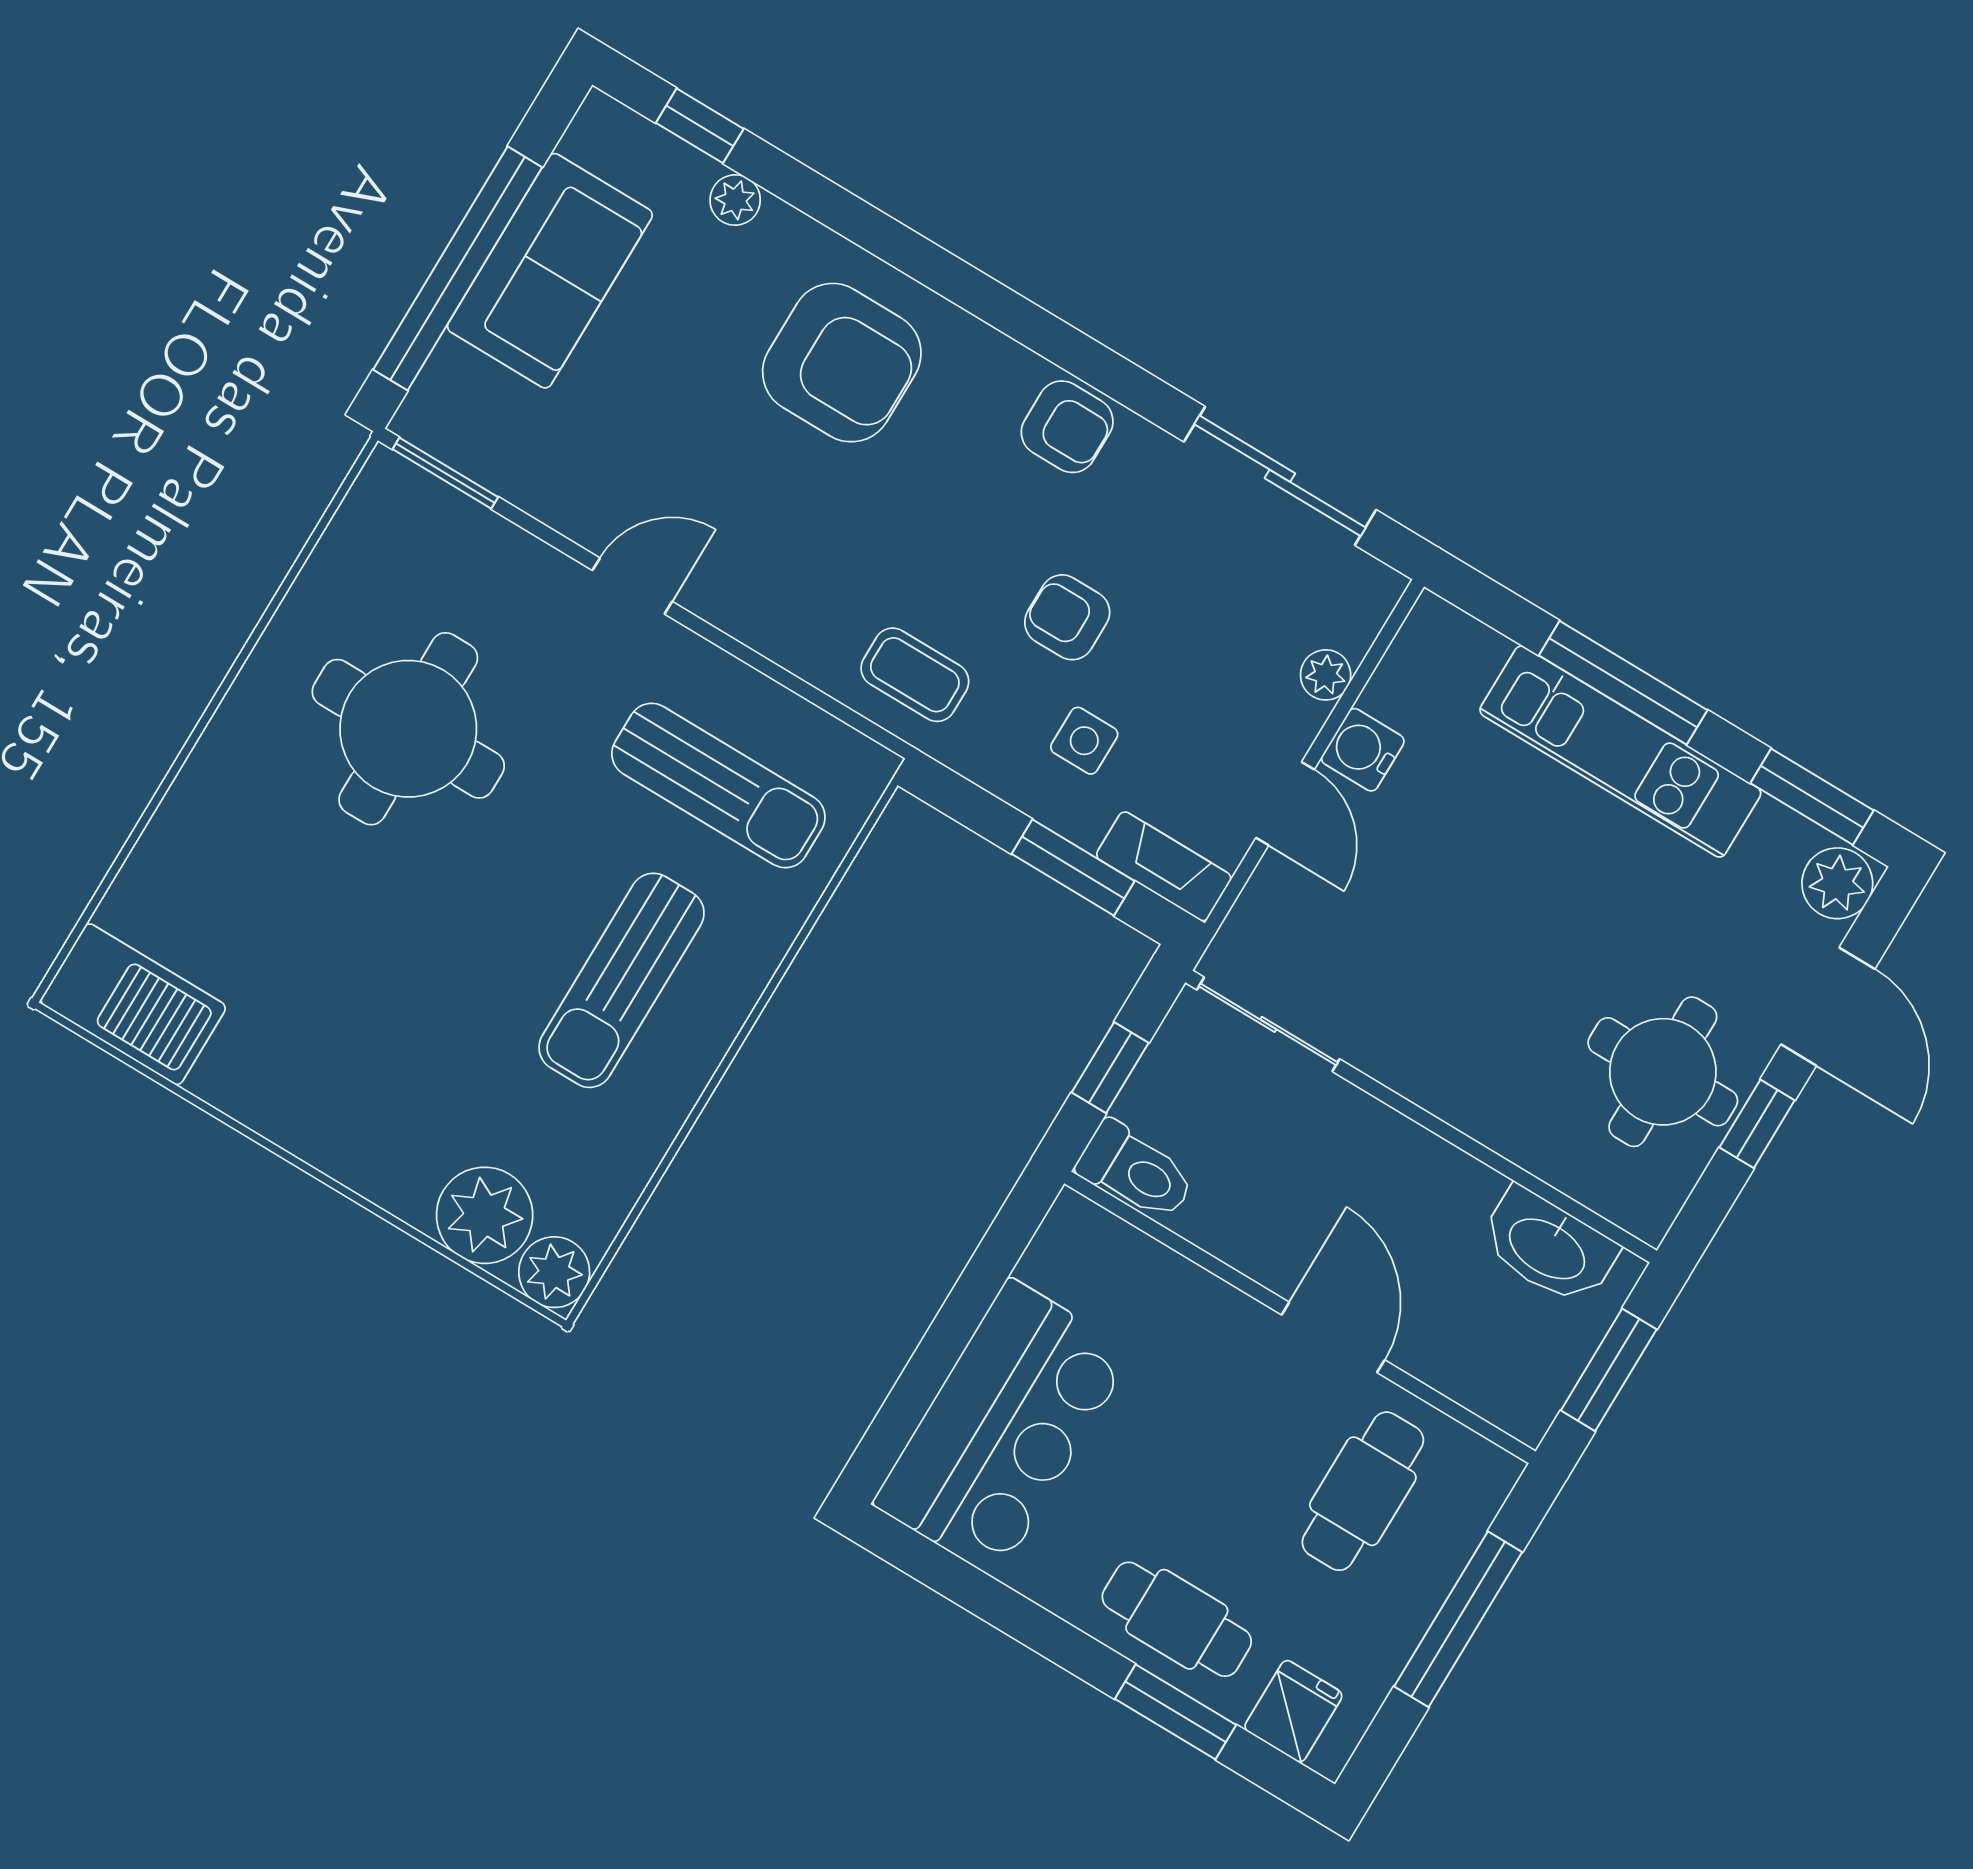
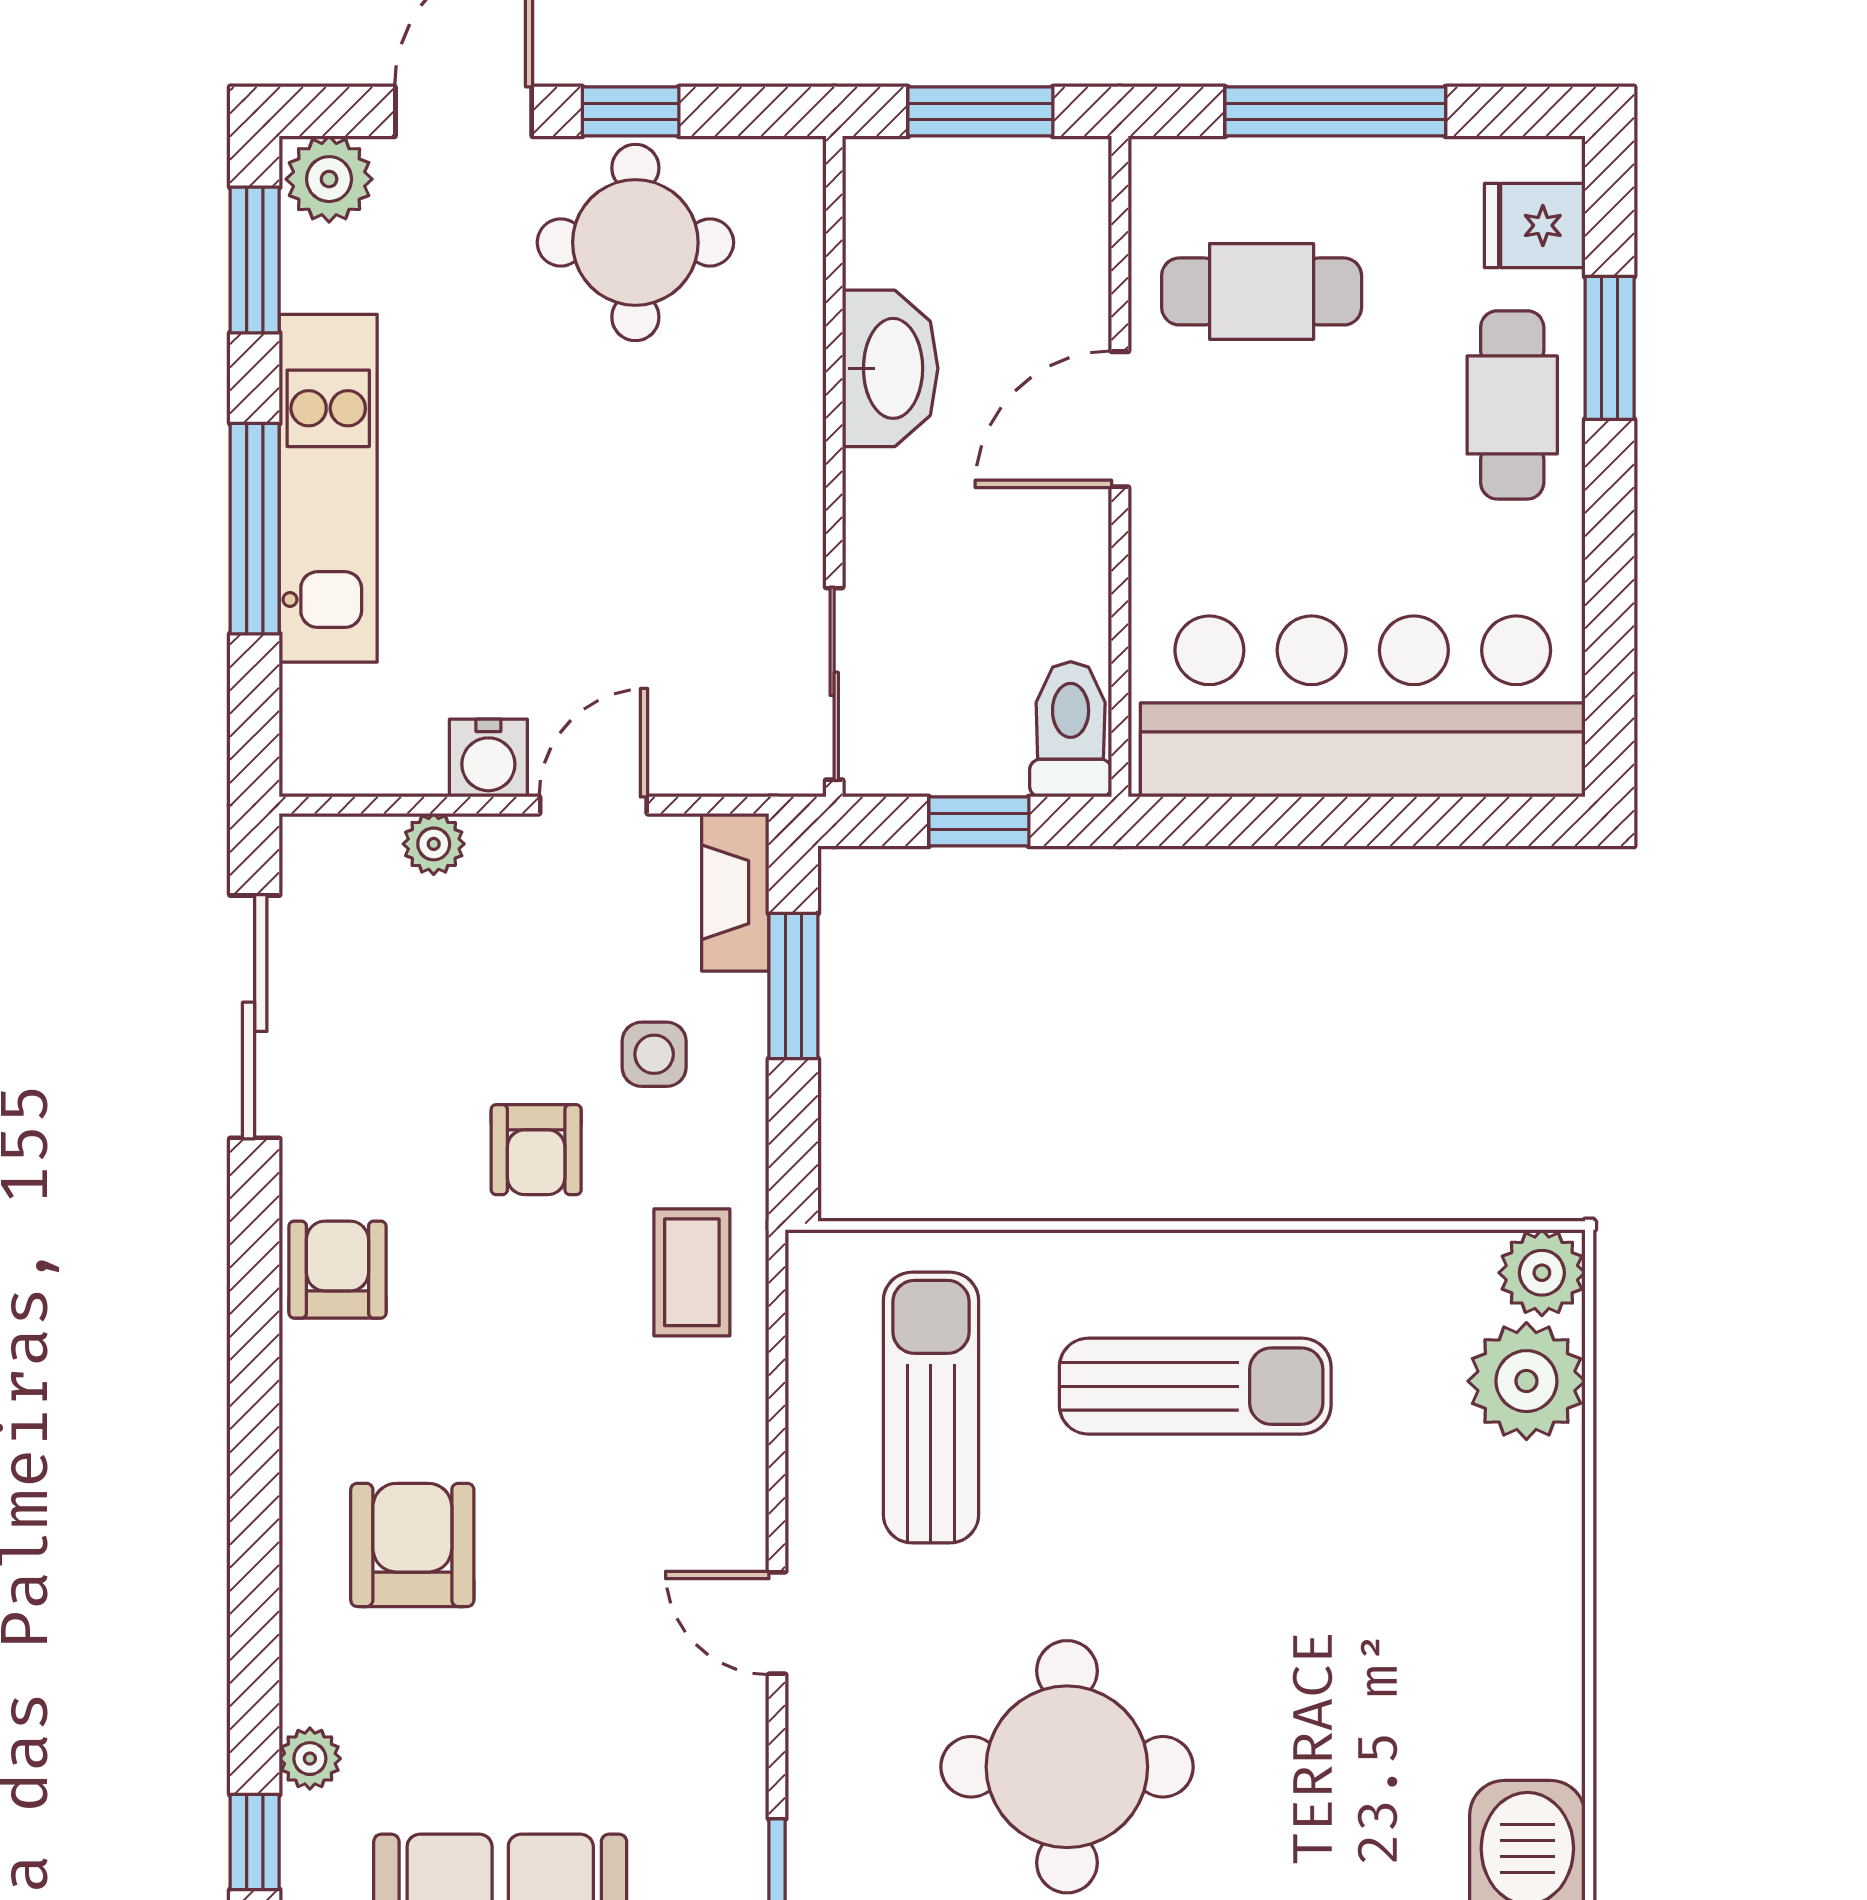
armchair: (842, 363) -> (412, 1545), width x0.73, depth x0.73
washbasin: (1548, 1247) -> (890, 368), moved
bar counter: (1003, 1428) -> (1363, 706), width x1.36

